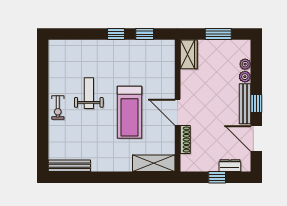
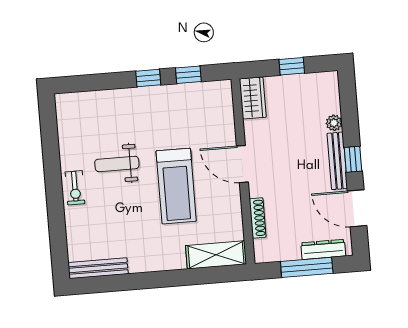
window: (218, 34) -> (292, 66), width x0.67
plant: (245, 64) -> (333, 105), removed
weight bench: (89, 93) -> (117, 164), turned -90
door: (178, 112) -> (242, 164), moved
dresser: (230, 166) -> (323, 249), width x1.44
window: (217, 177) -> (307, 267), width x2.17

